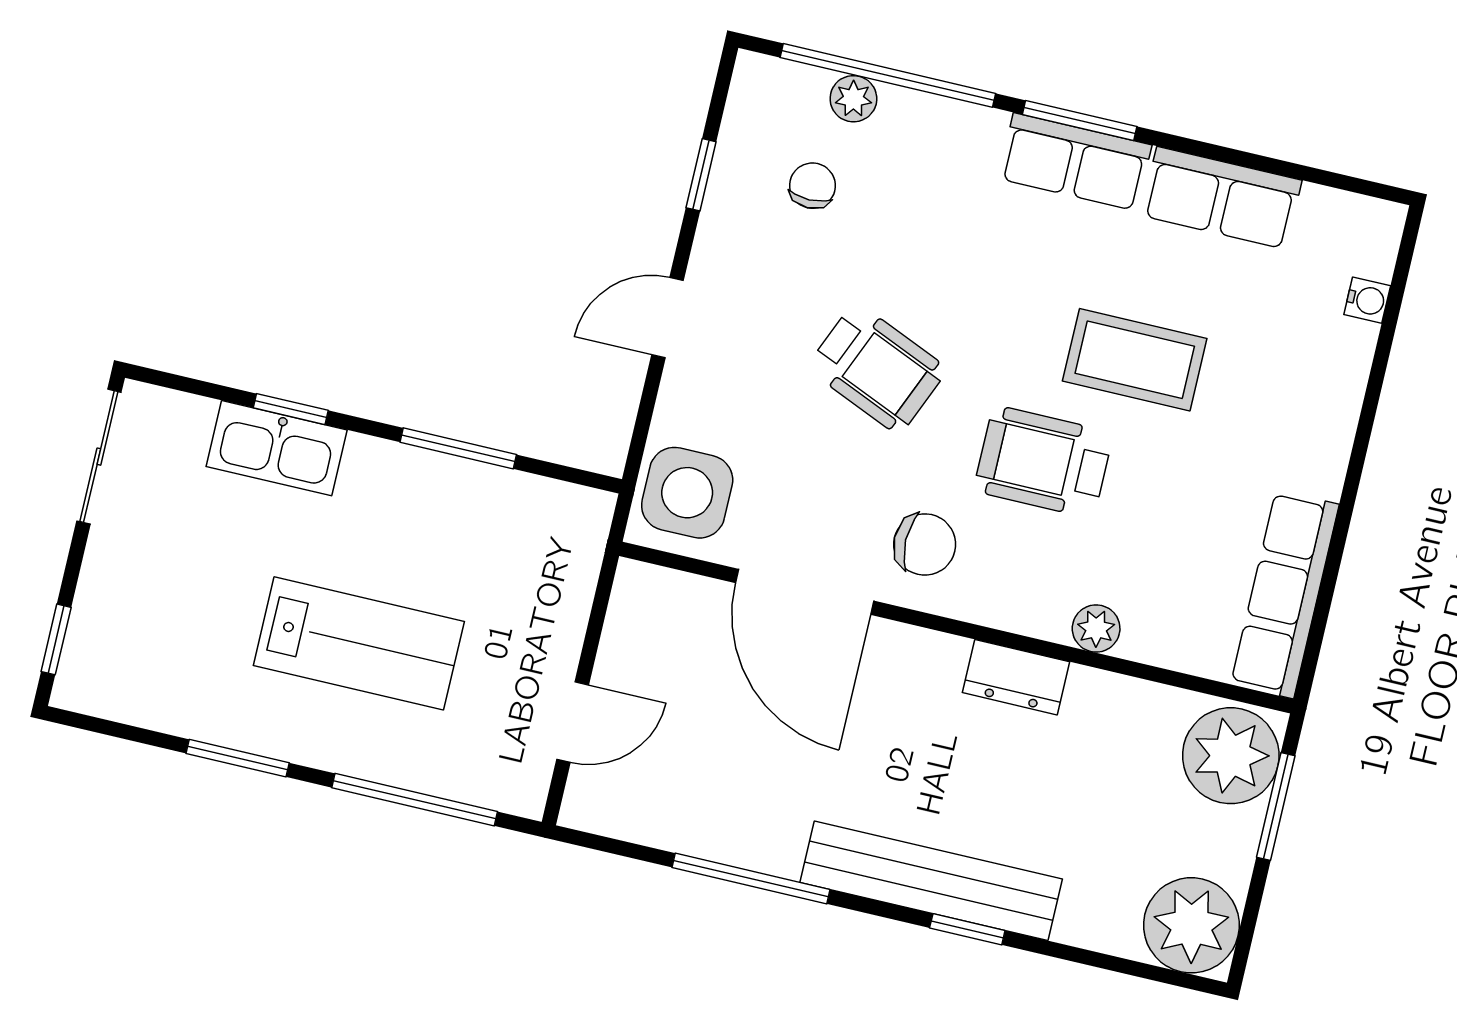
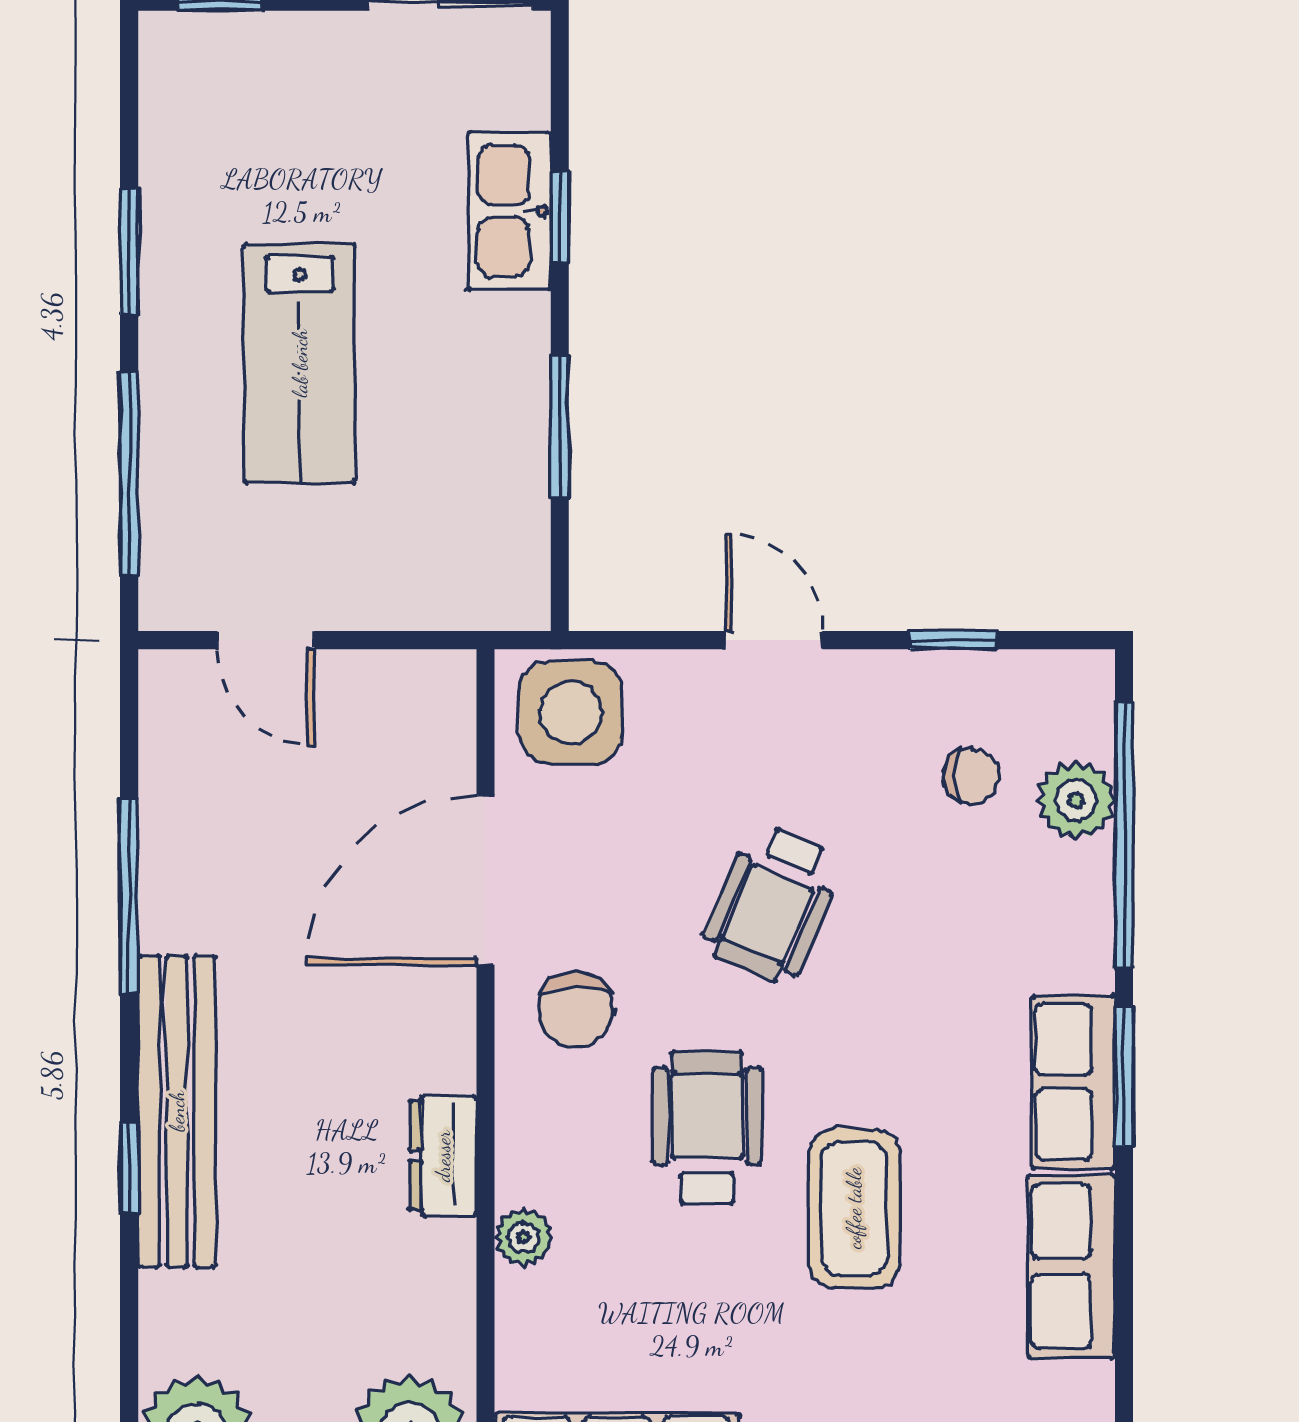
plant: (853, 99) -> (1076, 800), width x1.38, depth x1.38

